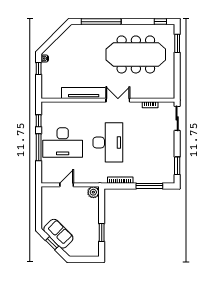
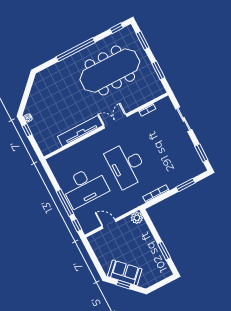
window: (101, 22) -> (76, 50), moved
window: (177, 76) -> (158, 70), added
sliding door: (177, 118) -> (184, 119), moved
window: (39, 121) -> (77, 225), moved
desk: (108, 142) -> (126, 165), turned 180
door: (67, 185) -> (109, 224), hinge flipped
window: (149, 186) -> (186, 185), width x0.69

